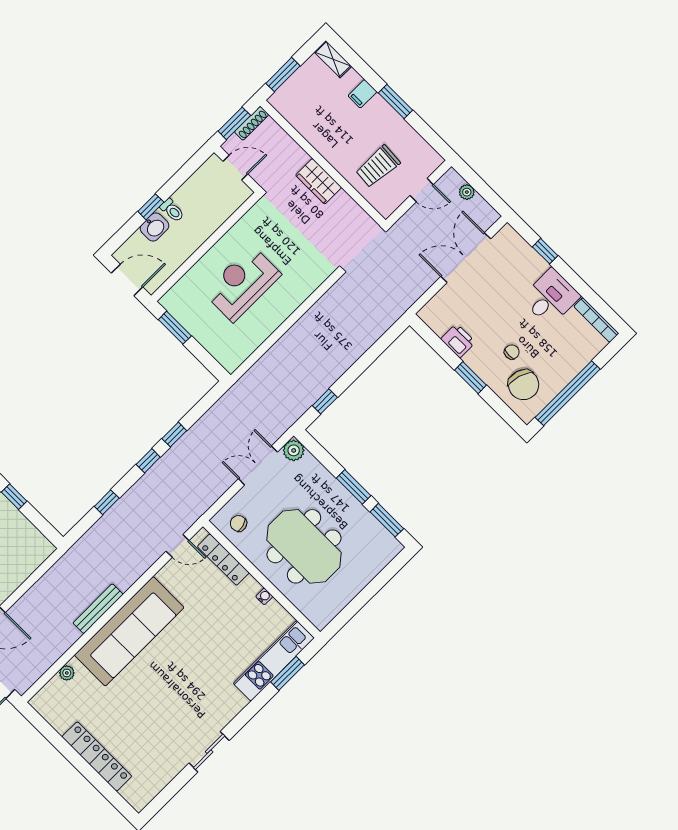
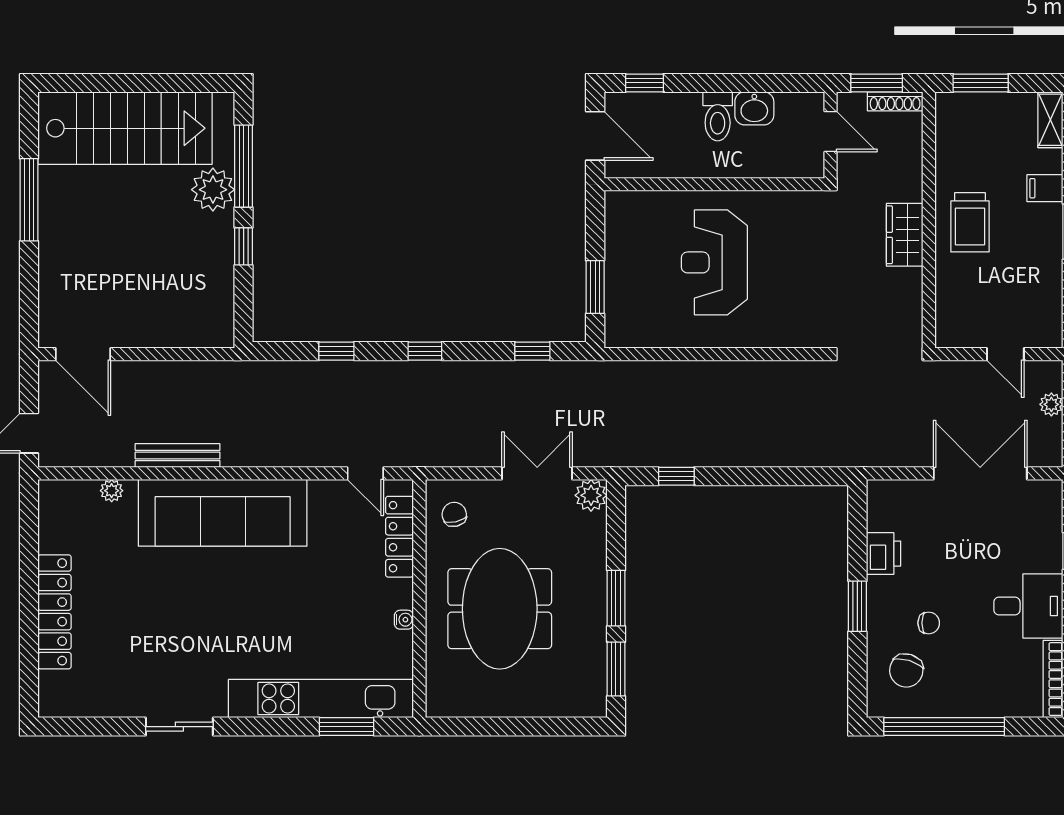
trolley: (378, 166) -> (970, 222), moved, turned -94
window: (151, 207) -> (645, 83), moved
toilet: (172, 210) -> (718, 116), width x1.37, depth x1.39
washbasin: (154, 227) -> (754, 108), moved
reception desk: (242, 283) -> (714, 262), turned -90
window: (175, 328) -> (595, 287), moved
chair: (524, 385) -> (906, 670), width x0.73, depth x0.73
window: (174, 435) -> (532, 351), moved
bench: (98, 609) -> (178, 455), moved
kitchen unit: (274, 661) -> (321, 699), width x1.36

